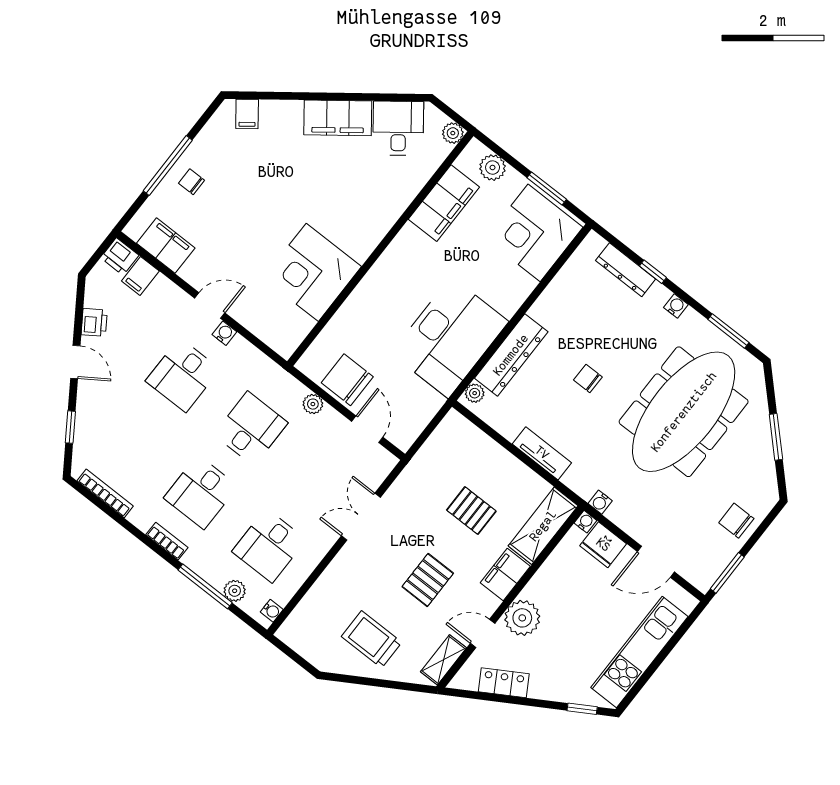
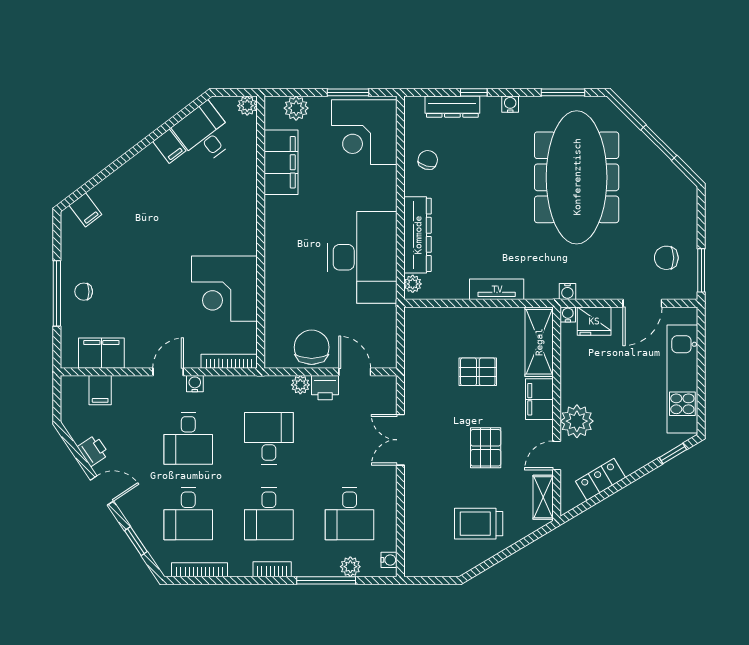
filing cabinet: (338, 118) -> (169, 146), width x0.33, depth x0.86
printer: (120, 256) -> (325, 388), moved
bookcase: (268, 337) -> (229, 361), added
chair: (588, 379) -> (428, 160), moved, turned 106
chair: (347, 380) -> (312, 347), turned 90
desk: (133, 439) -> (188, 514), added
chair: (736, 521) -> (666, 258), moved

